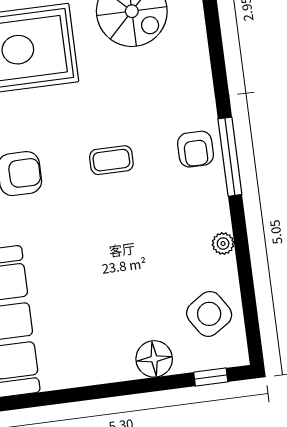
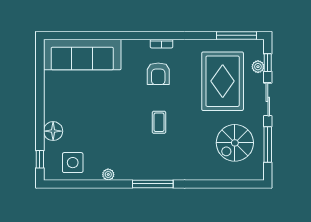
armchair: (196, 149) -> (159, 167), removed
side table: (209, 314) -> (73, 163), turned 33

